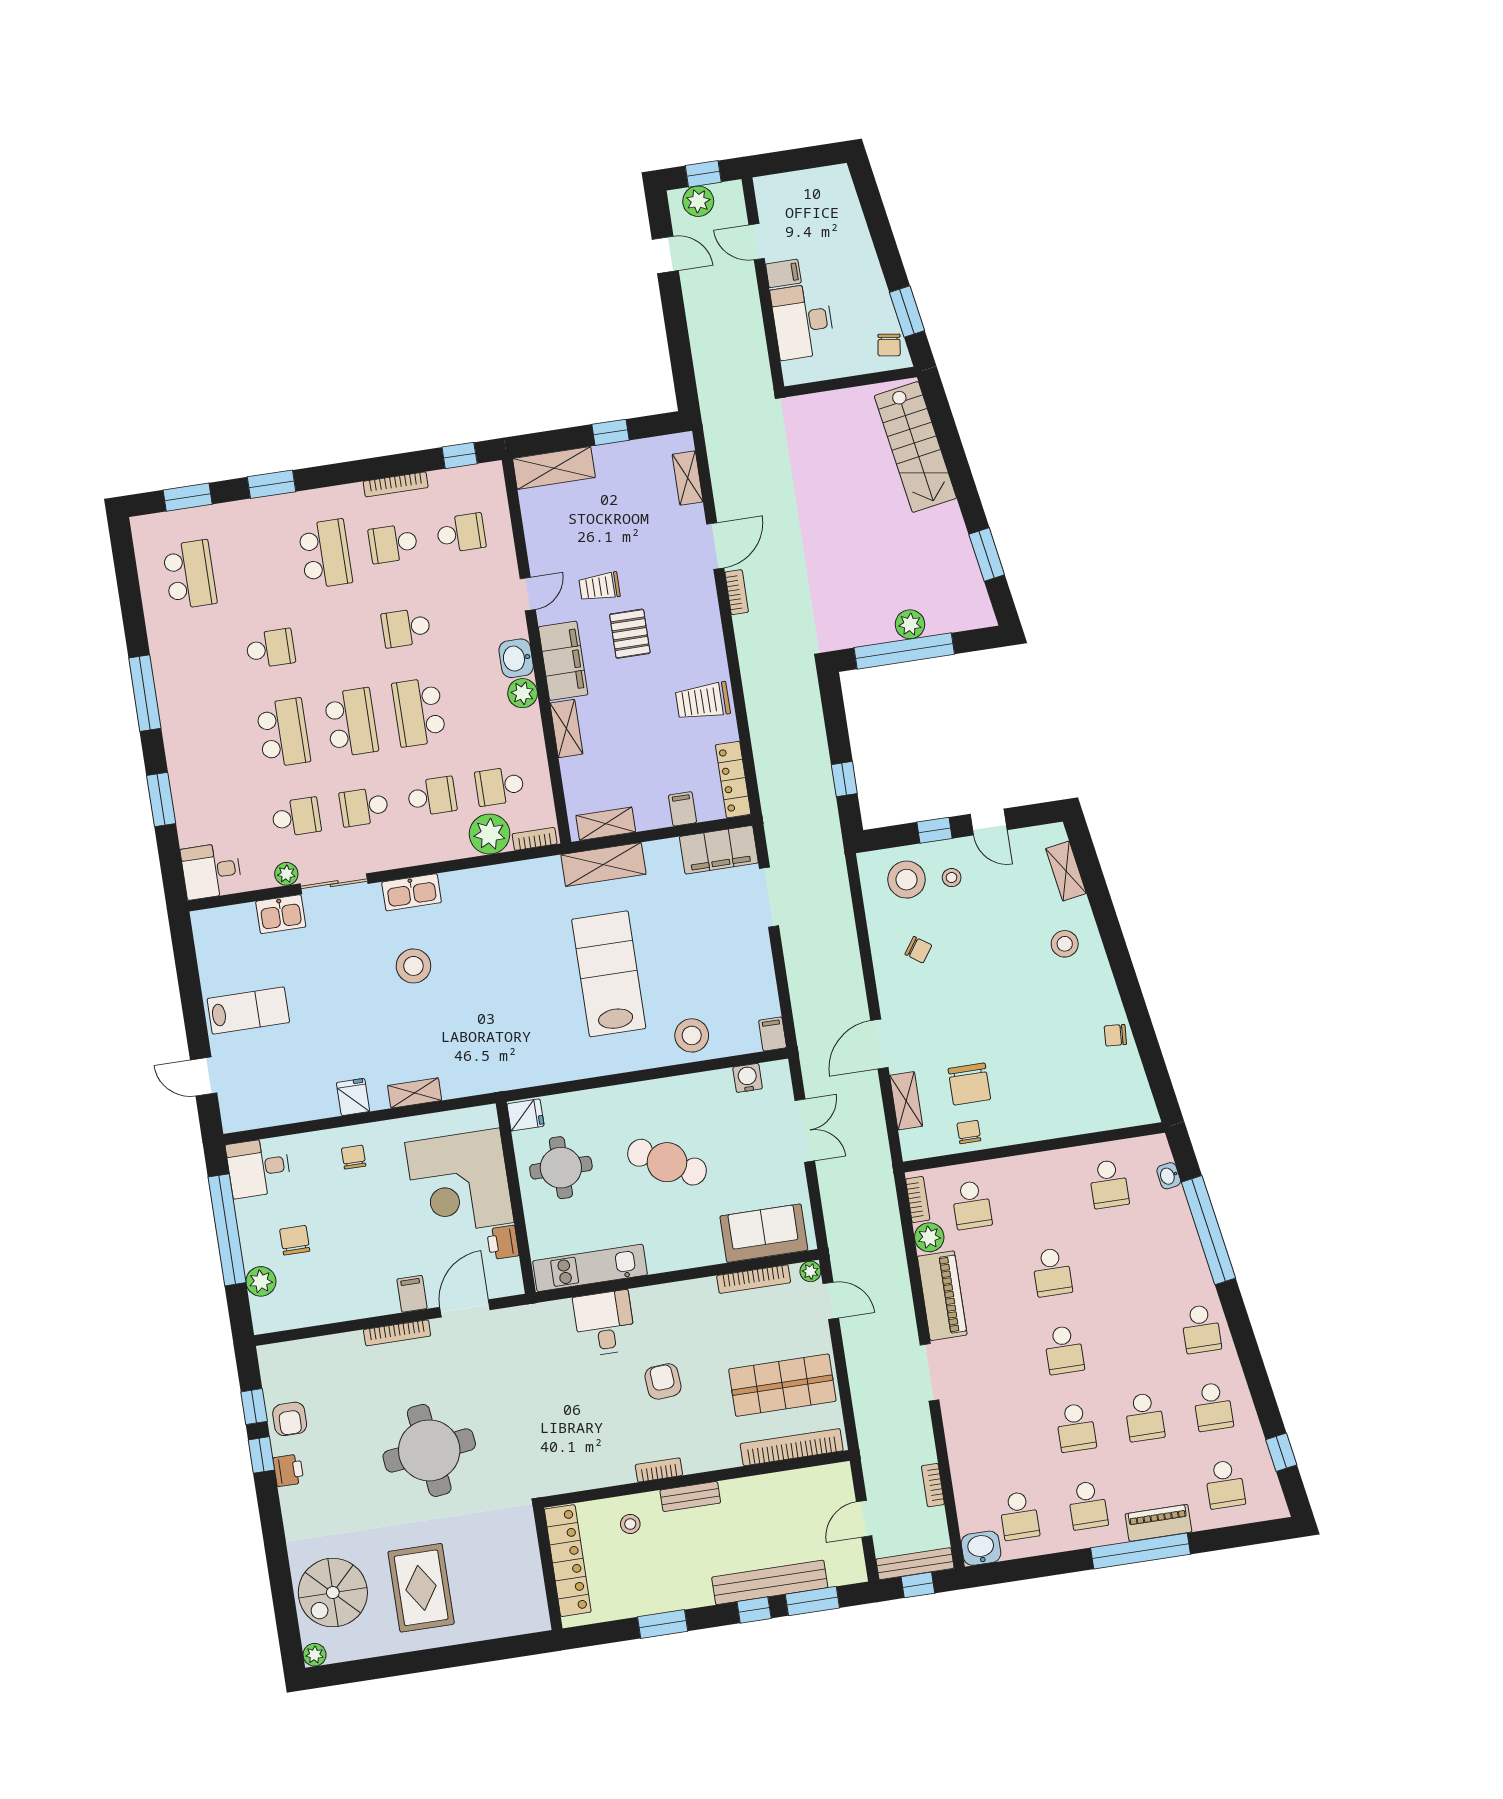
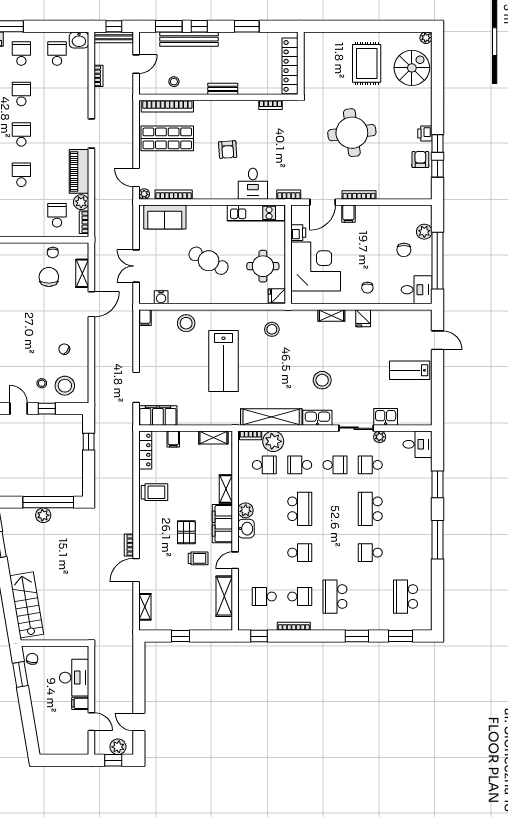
shelving: (554, 468) -> (224, 596), moved, turned 90
school desk: (351, 722) -> (335, 509), removed
shelving: (603, 864) -> (271, 417), moved, width x1.47
stool: (525, 1049) -> (272, 329), added
bookcase: (532, 1313) -> (289, 195), added
bookcase: (659, 1470) -> (271, 105), moved
stool: (630, 1524) -> (174, 82), moved

